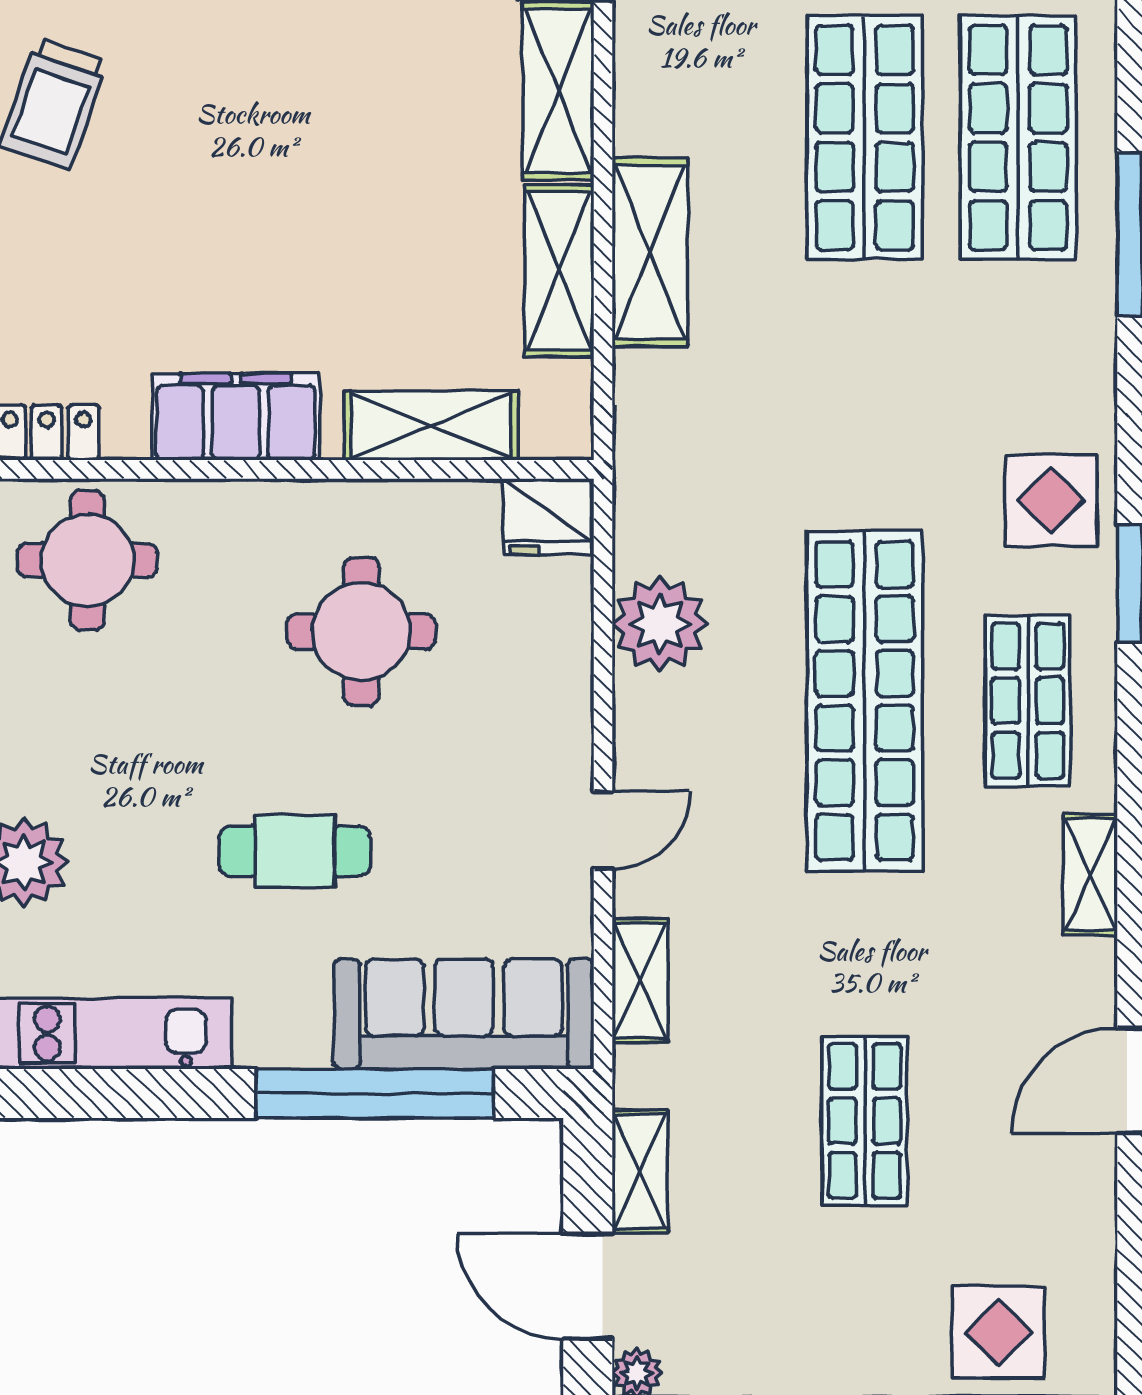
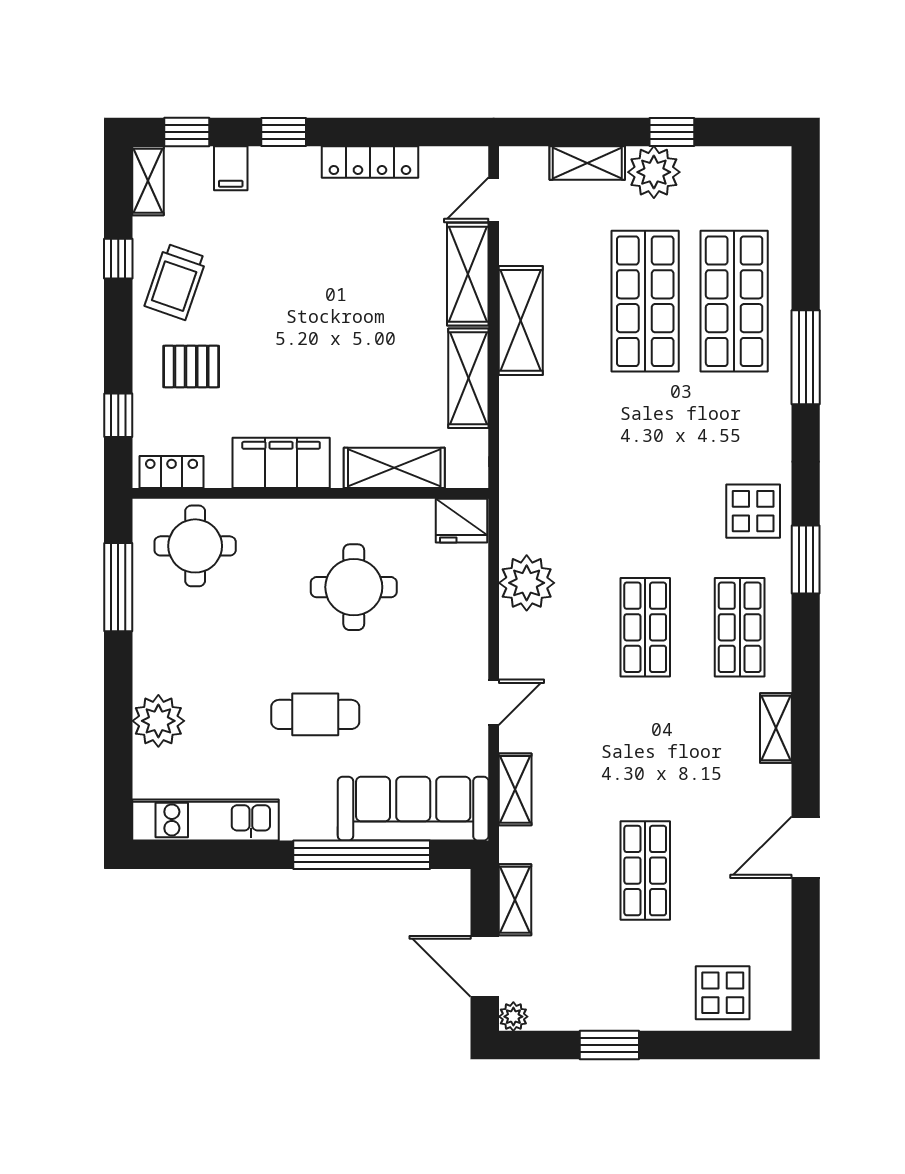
pallet: (80, 250) -> (191, 367), added
shelving: (650, 252) -> (521, 320), moved
shop shelf: (865, 701) -> (645, 627), width x0.50, depth x0.74

